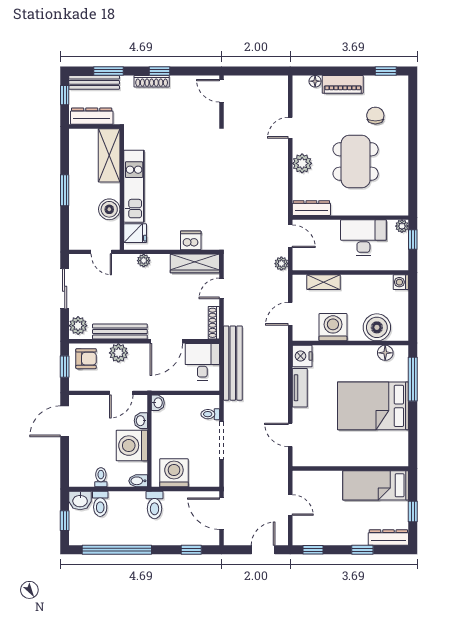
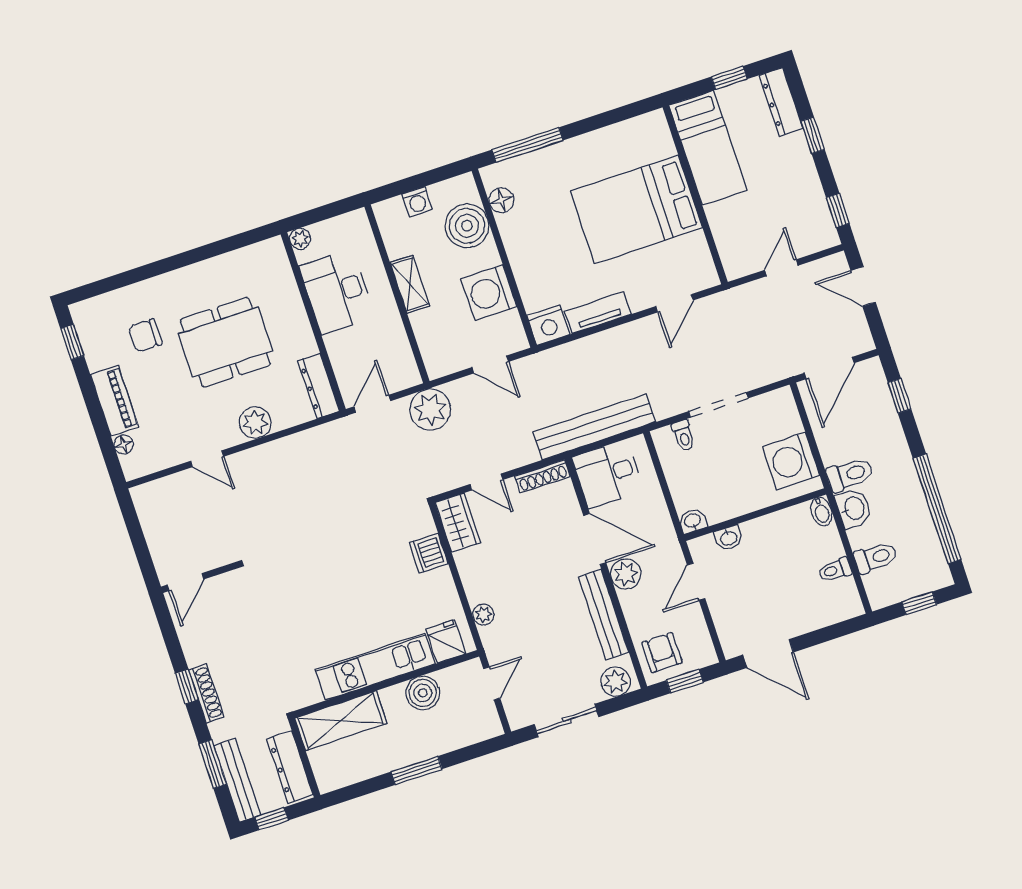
window: (413, 240) -> (315, 216), removed
wardrobe: (195, 263) -> (458, 523), width x0.67
plant: (281, 264) -> (430, 410), width x1.88, depth x1.88
shelving: (324, 282) -> (410, 284), moved
washing machine: (401, 282) -> (417, 202), moved
plant: (118, 353) -> (626, 574), moved
door: (121, 393) -> (696, 582), swing flipped
bed: (373, 406) -> (637, 209), moved, turned 90
washing machine: (132, 446) -> (771, 539), removed
washbasin: (80, 501) -> (854, 508), moved

